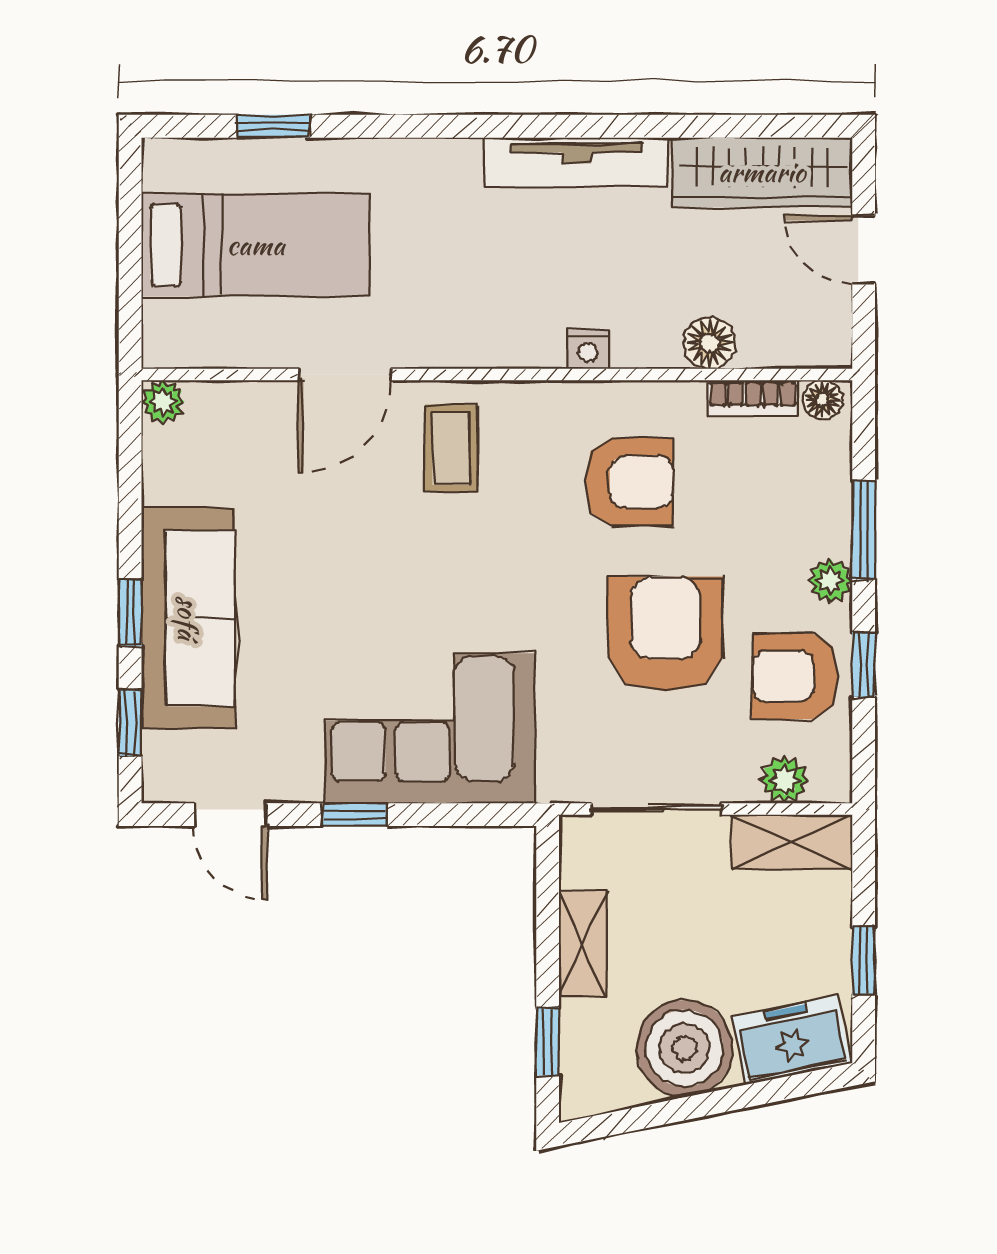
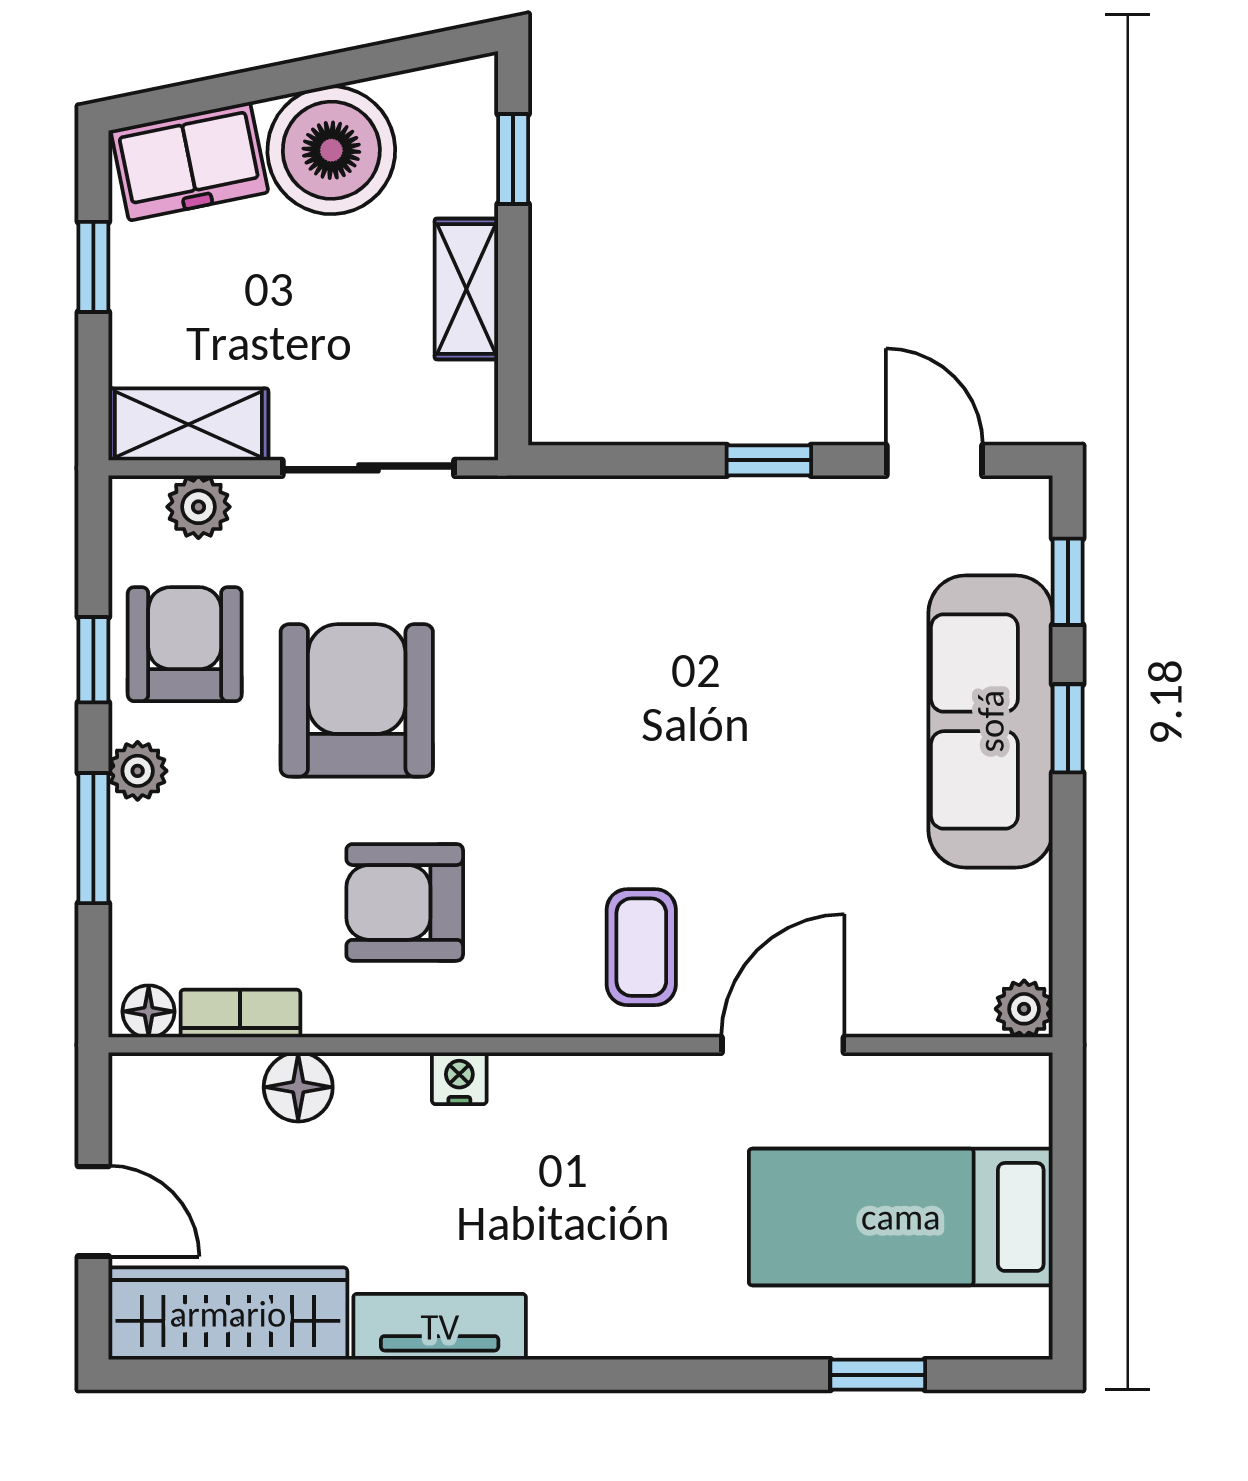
tv unit: (576, 162) -> (440, 1327), width x0.71
armchair: (665, 634) -> (357, 700), turned 180
armchair: (795, 676) -> (185, 644), turned -90
corner sofa: (430, 728) -> (670, 575), removed

